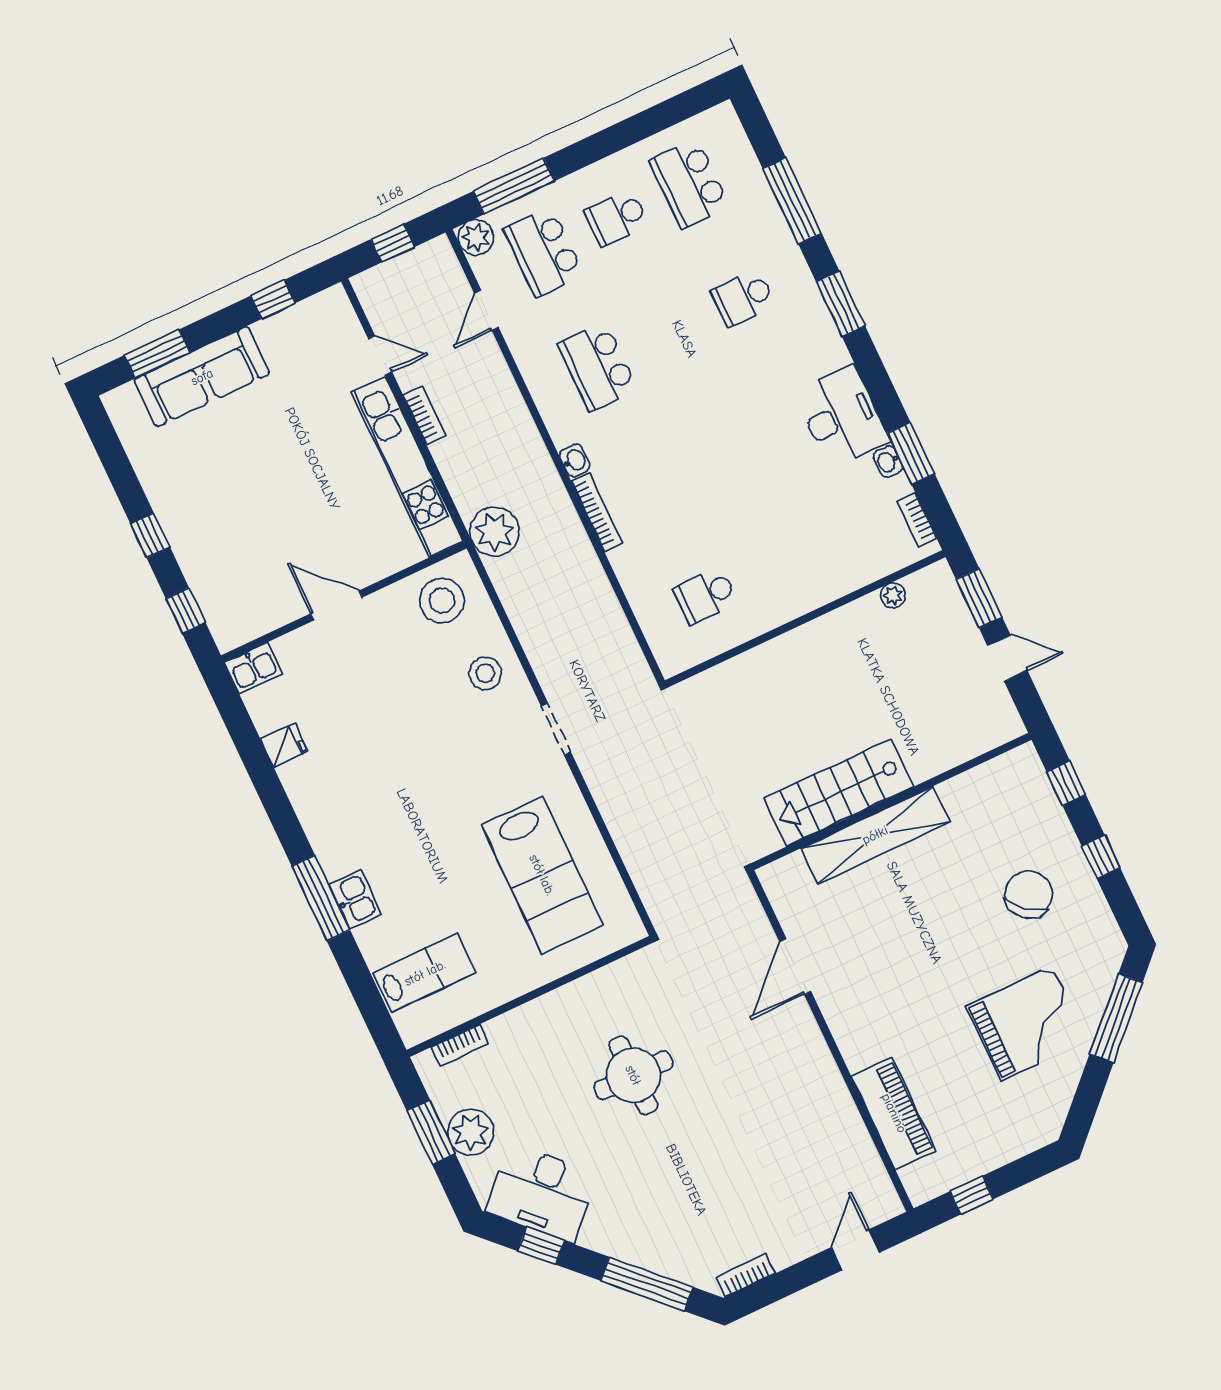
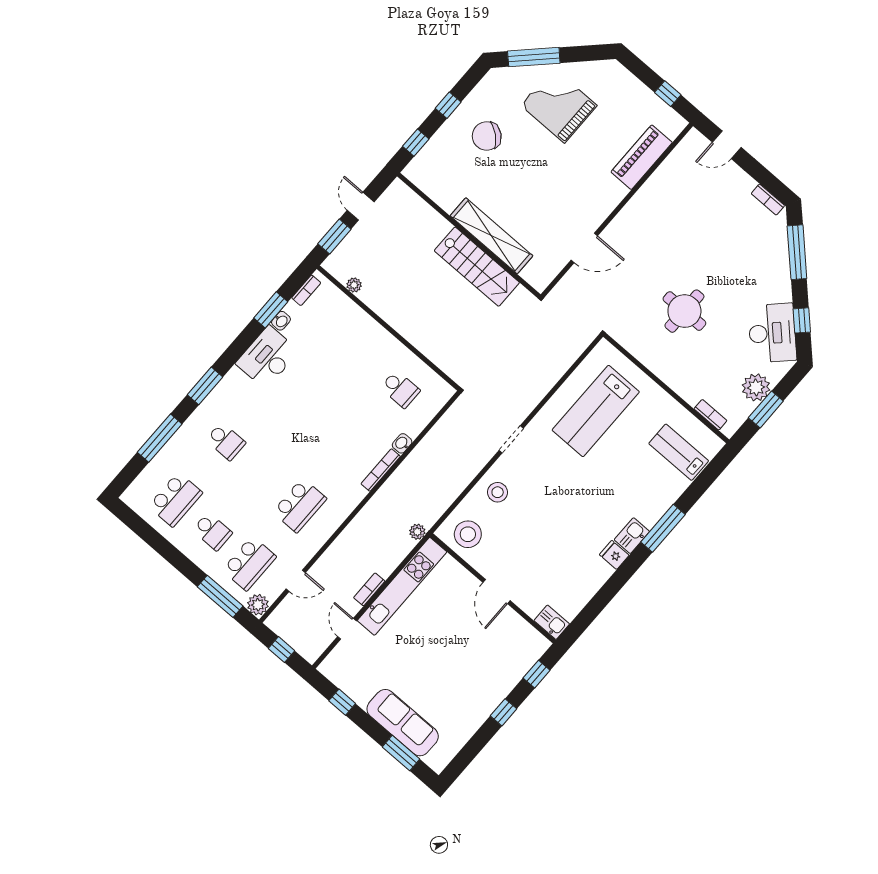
washbasin: (575, 460) -> (402, 443), moved
plant: (495, 532) -> (417, 532), width x0.53, depth x0.53
fridge: (284, 745) -> (614, 555), moved
lab bench: (542, 875) -> (596, 411), turned 180
kitchen sink: (355, 899) -> (632, 536), moved

